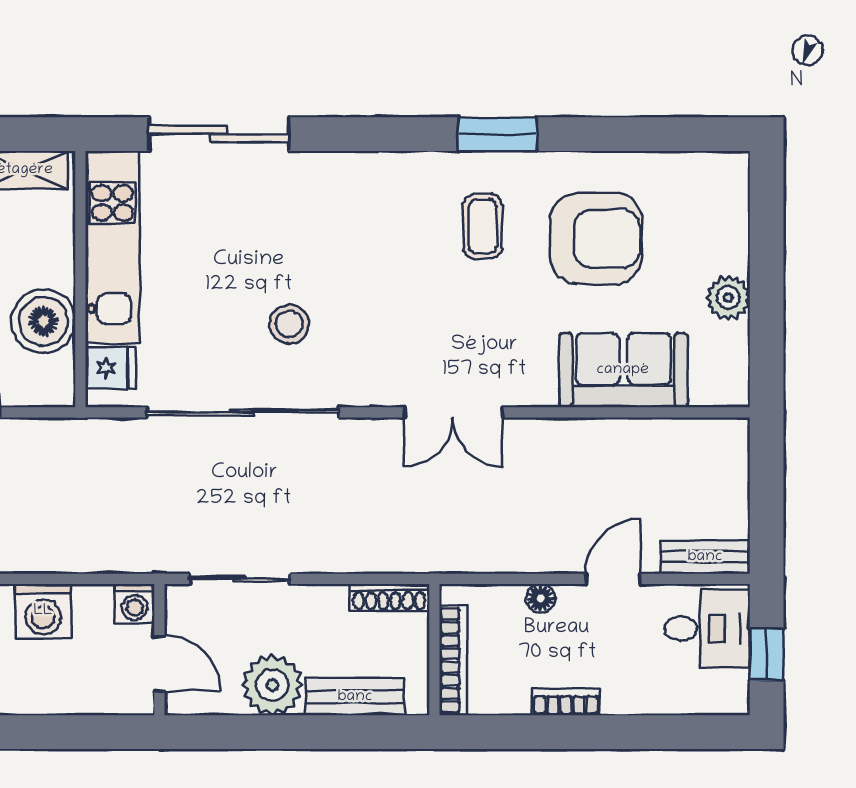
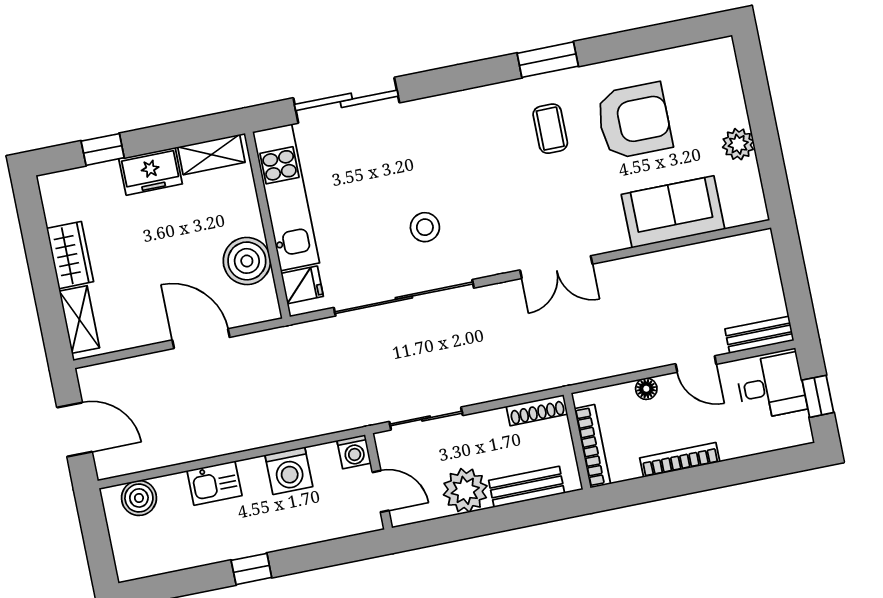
door: (613, 579) -> (696, 364), swing flipped
bookcase: (566, 702) -> (680, 460), width x1.56

